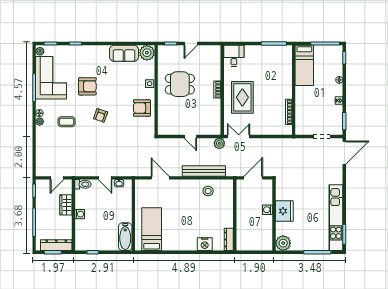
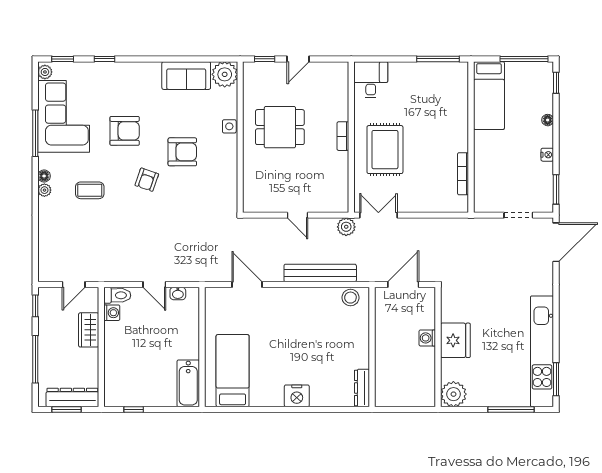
armchair: (142, 108) -> (182, 152), moved, turned 180
stool: (208, 191) -> (350, 298), moved
washing machine: (80, 214) -> (112, 313), moved
nightstand: (205, 244) -> (297, 396), moved

